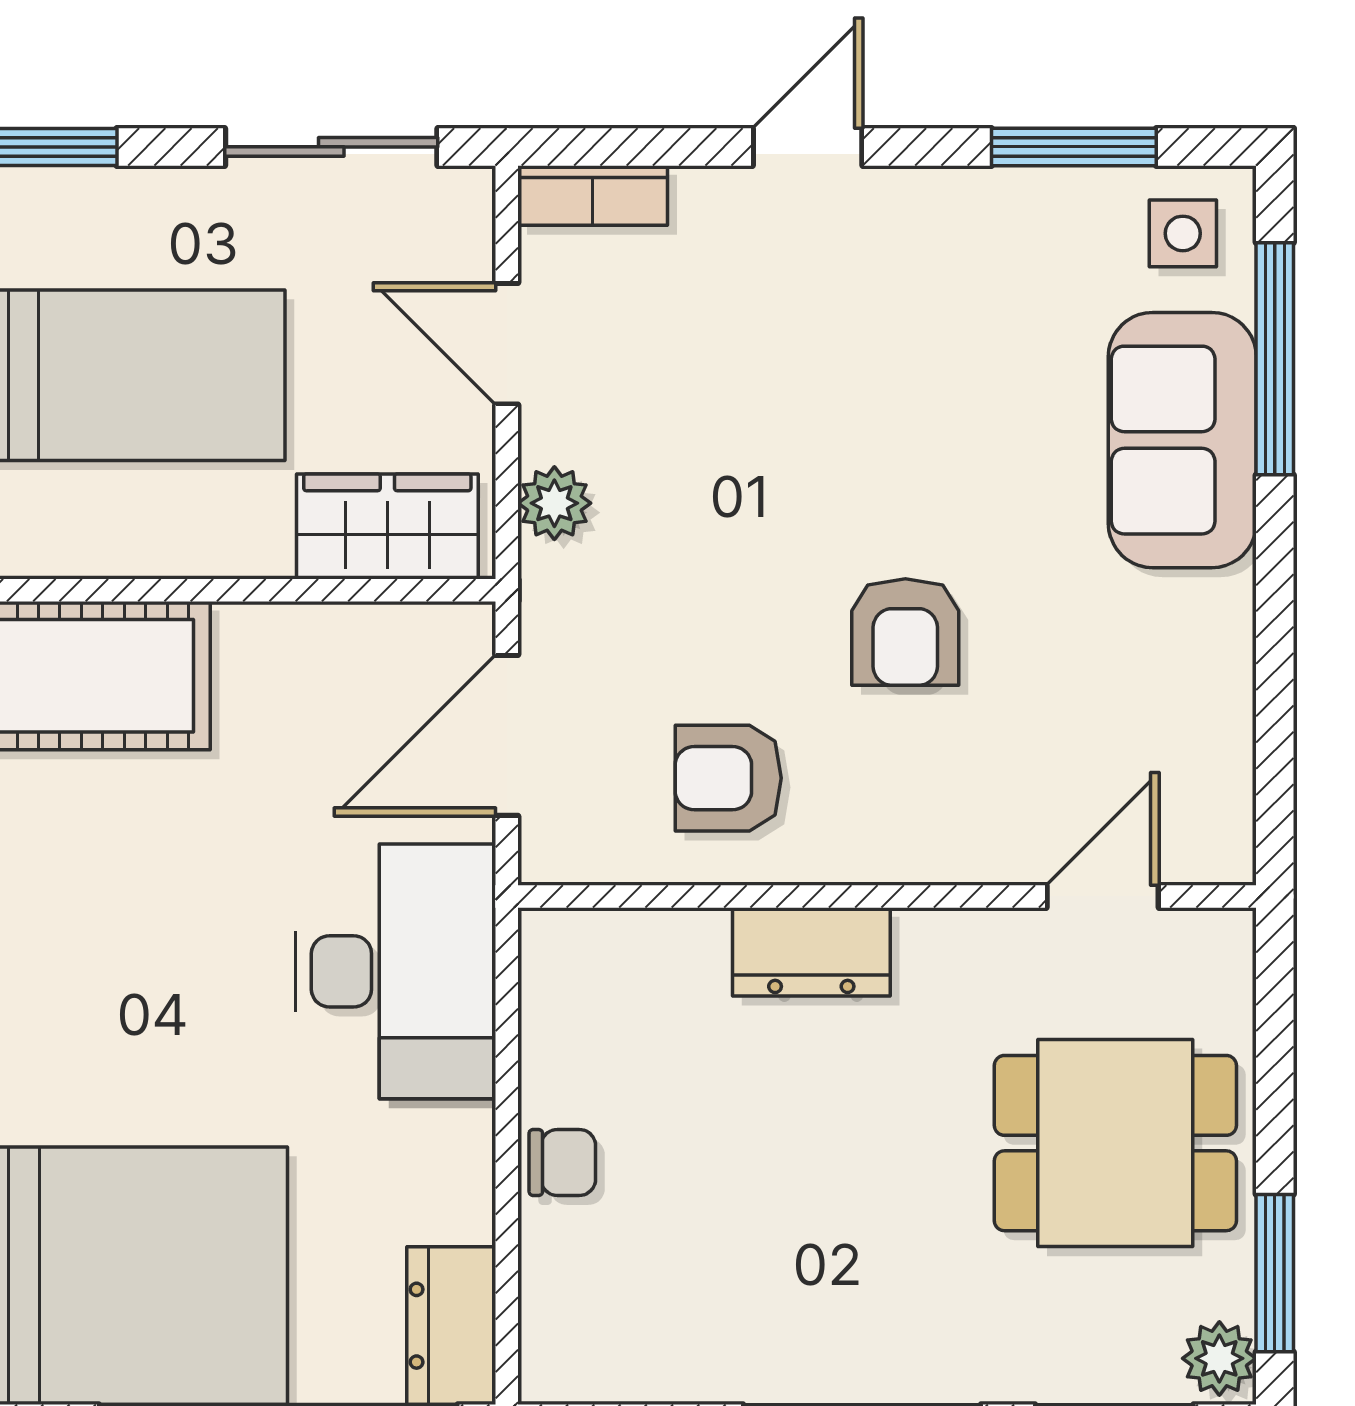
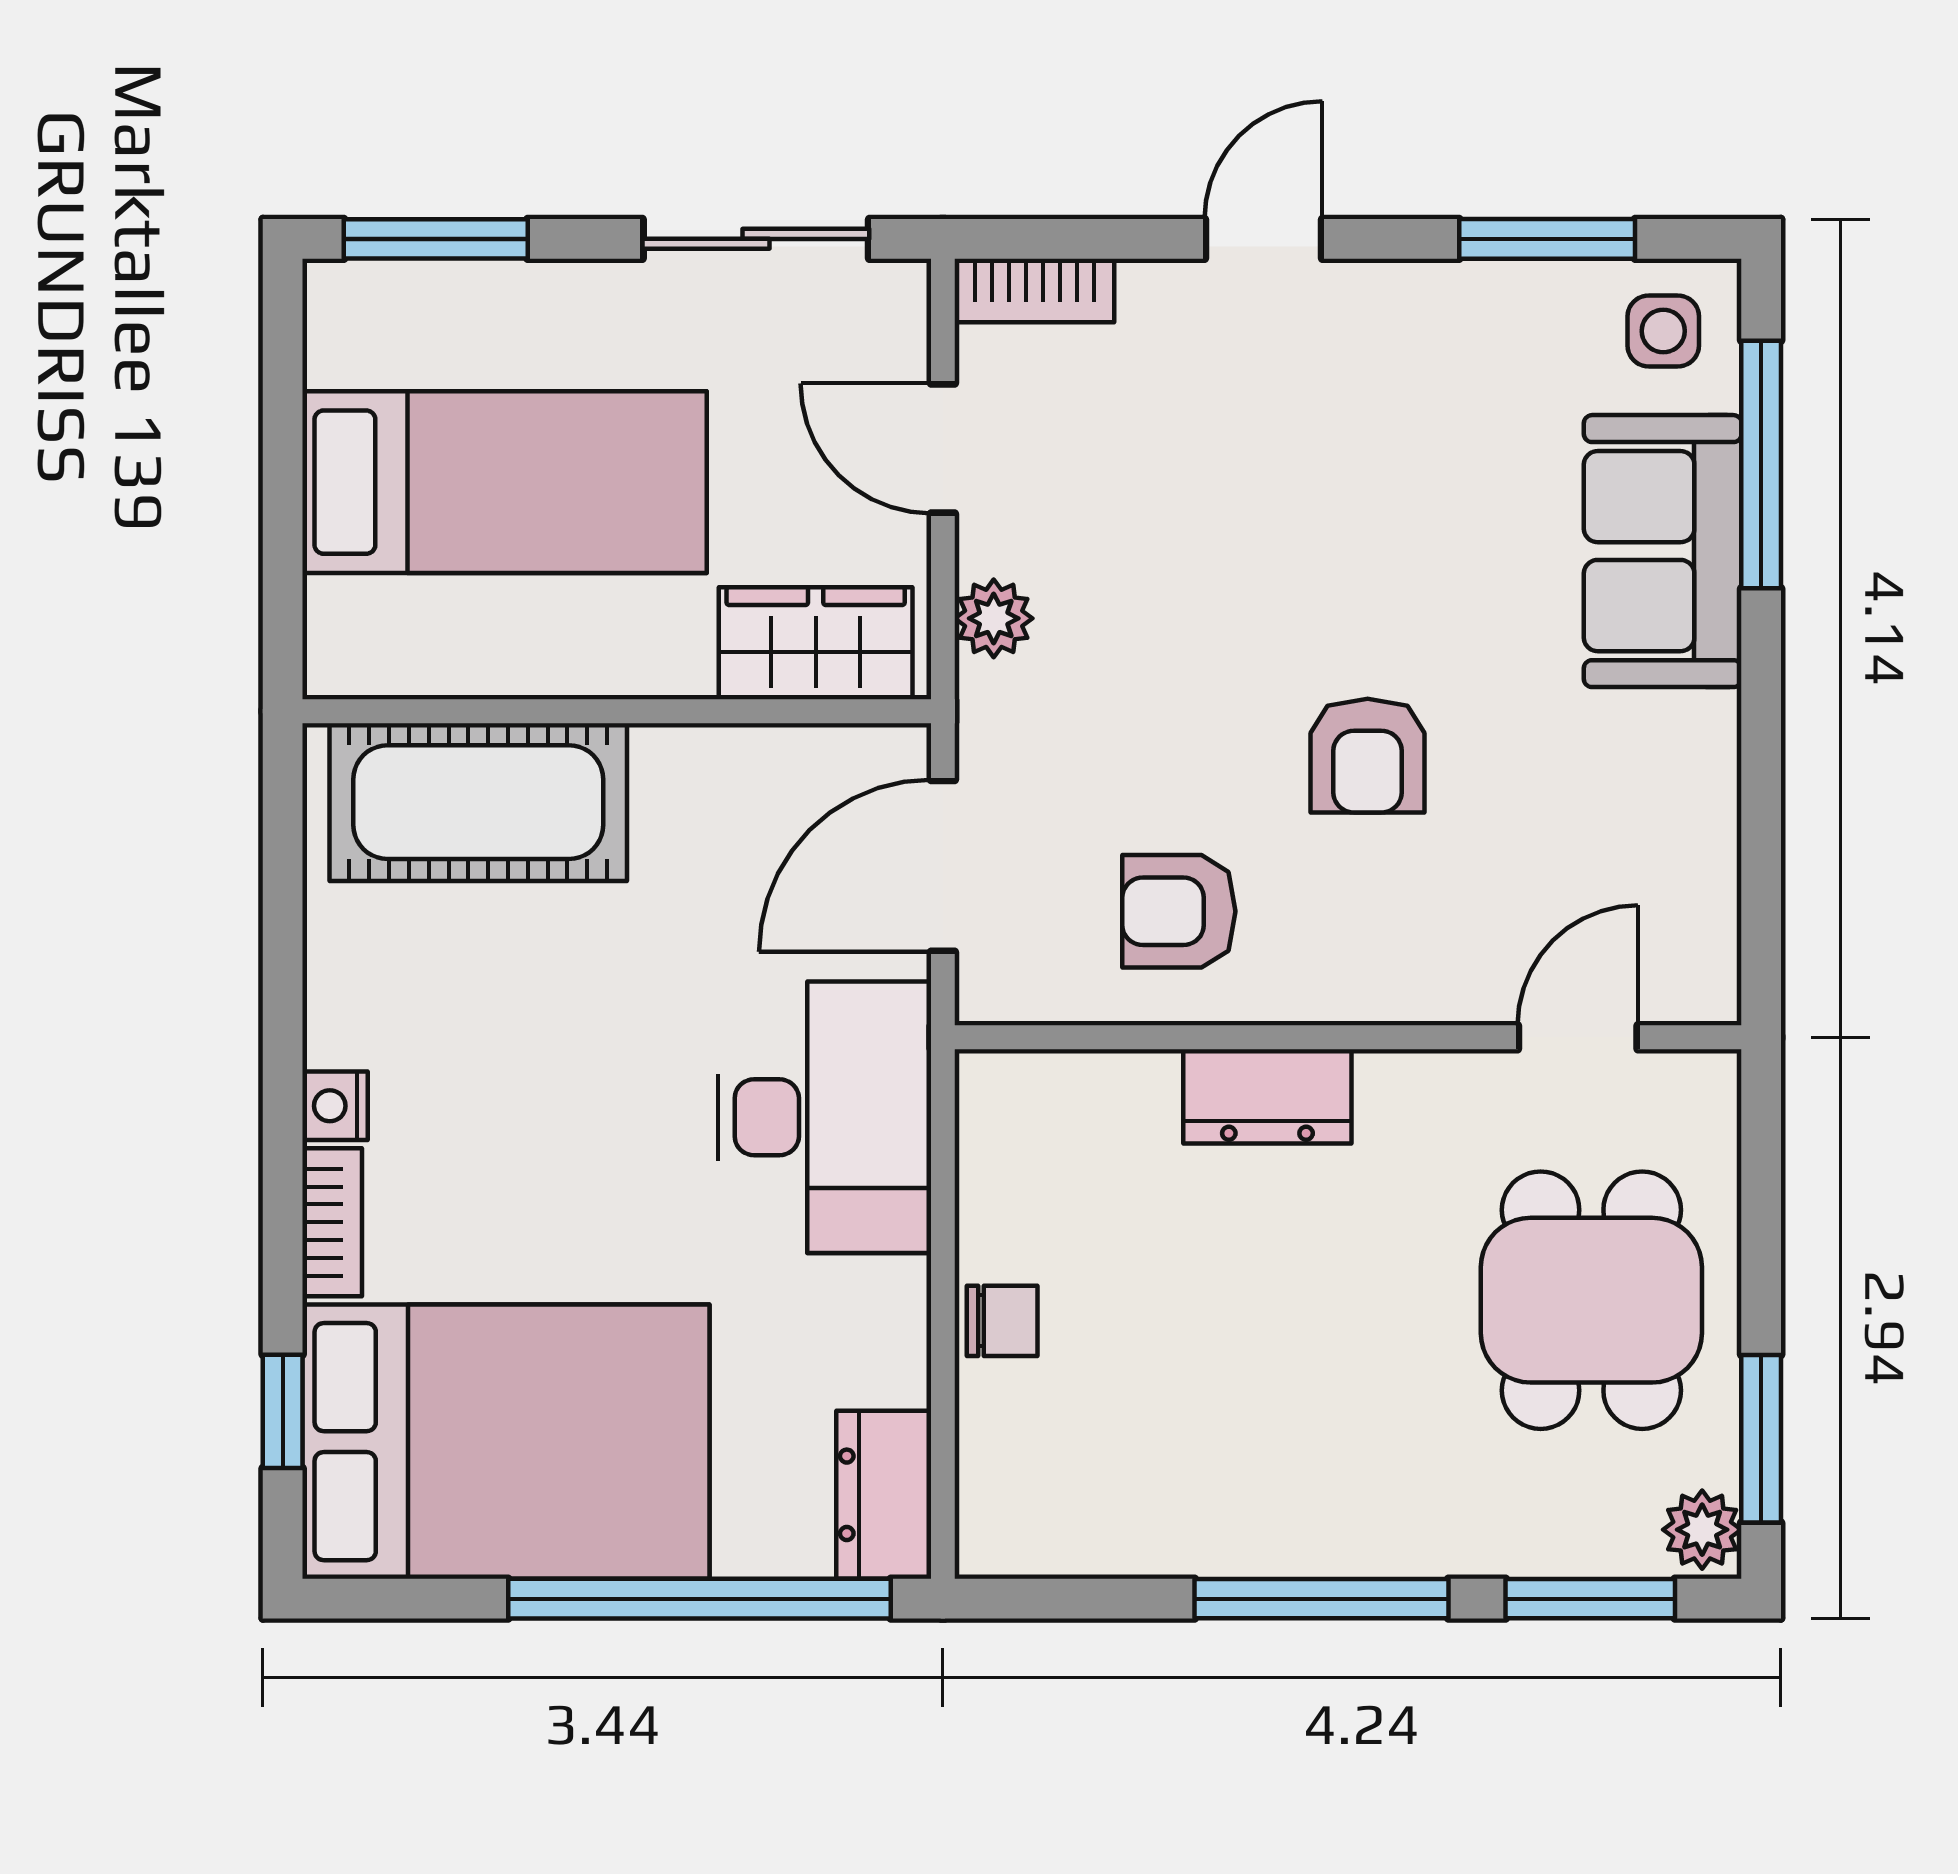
dining table: (1115, 1143) -> (1591, 1300), turned 90

